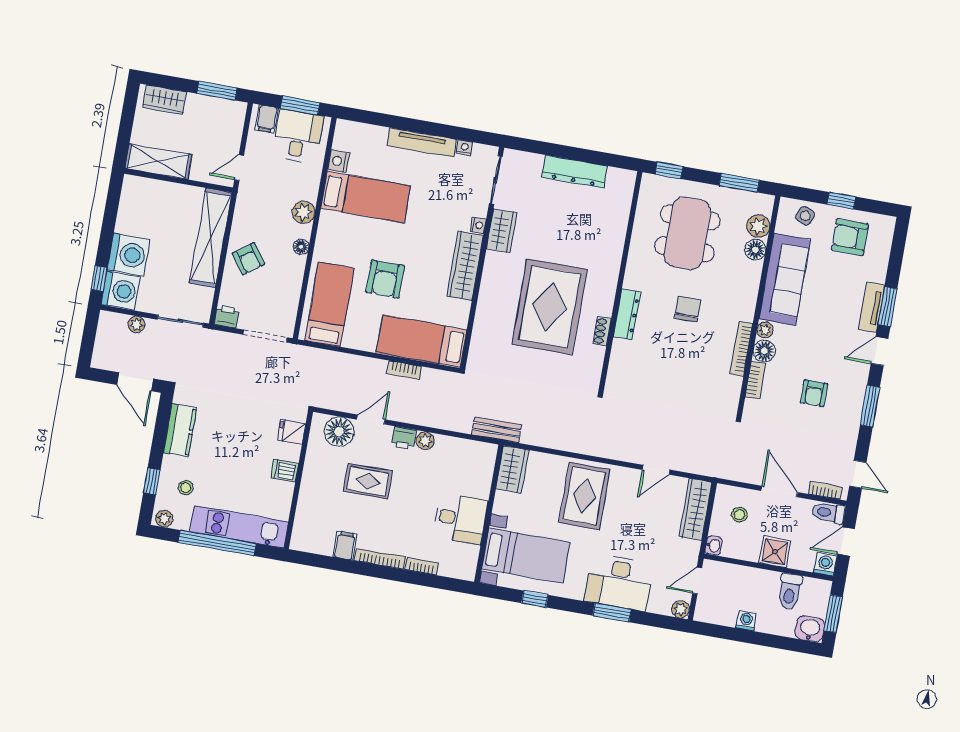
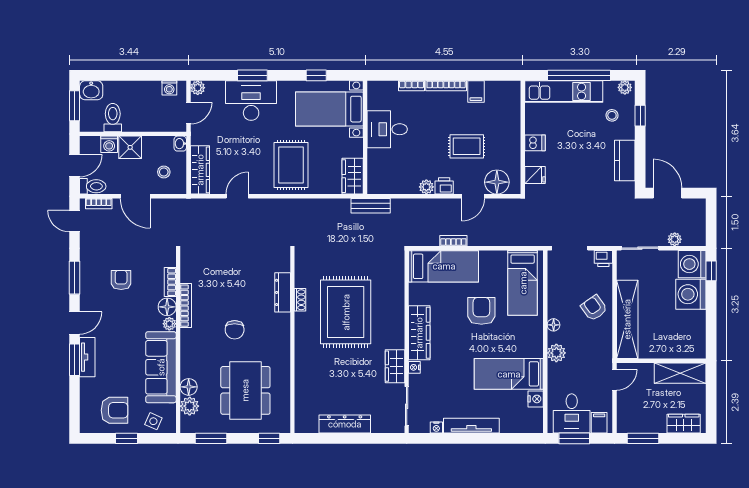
dresser: (627, 314) -> (283, 292), moved
washing machine: (825, 564) -> (109, 144), moved
washing machine: (746, 621) -> (169, 88), moved

